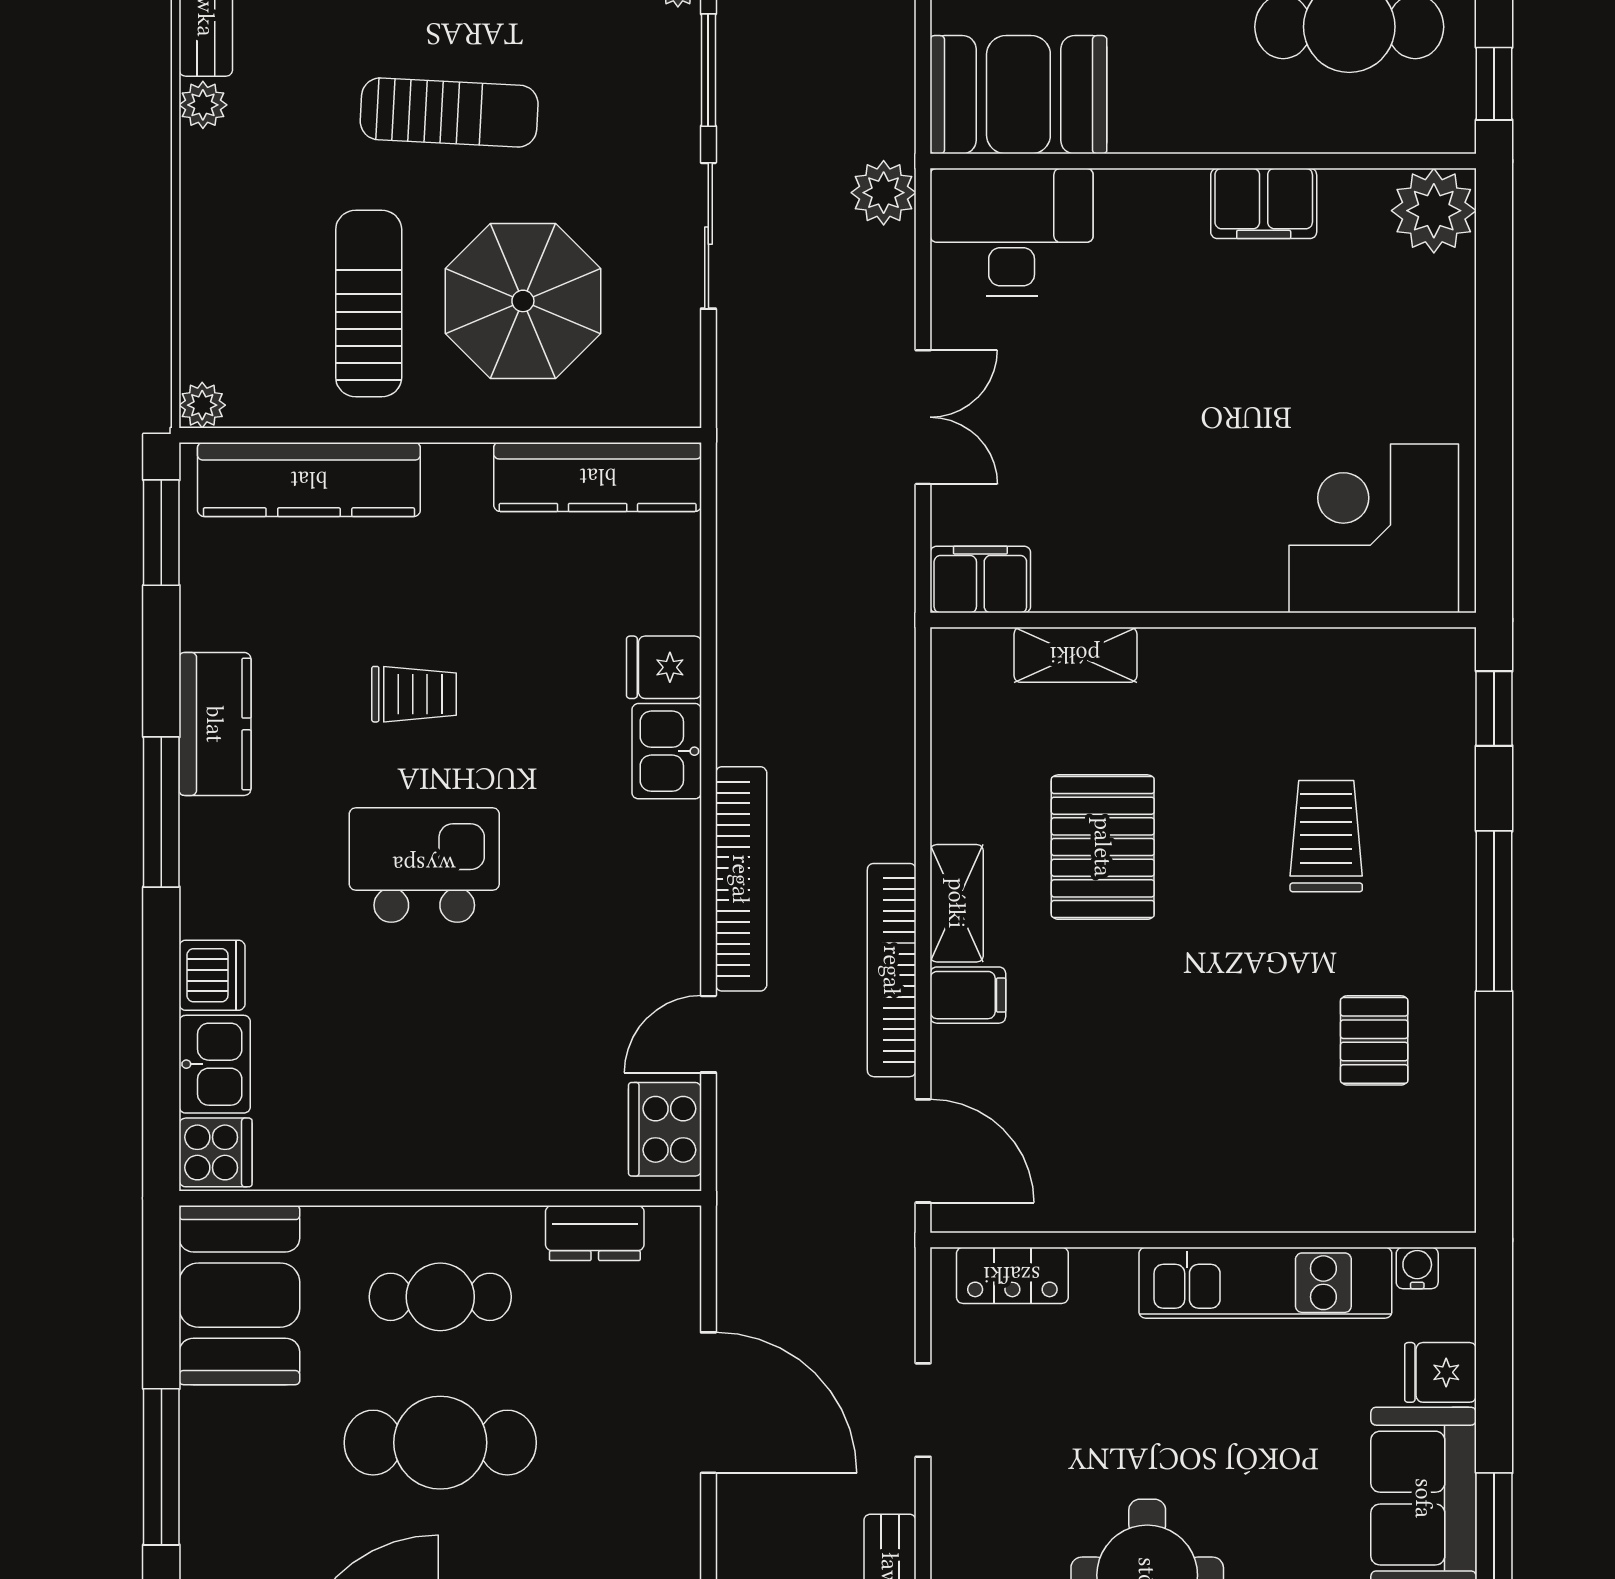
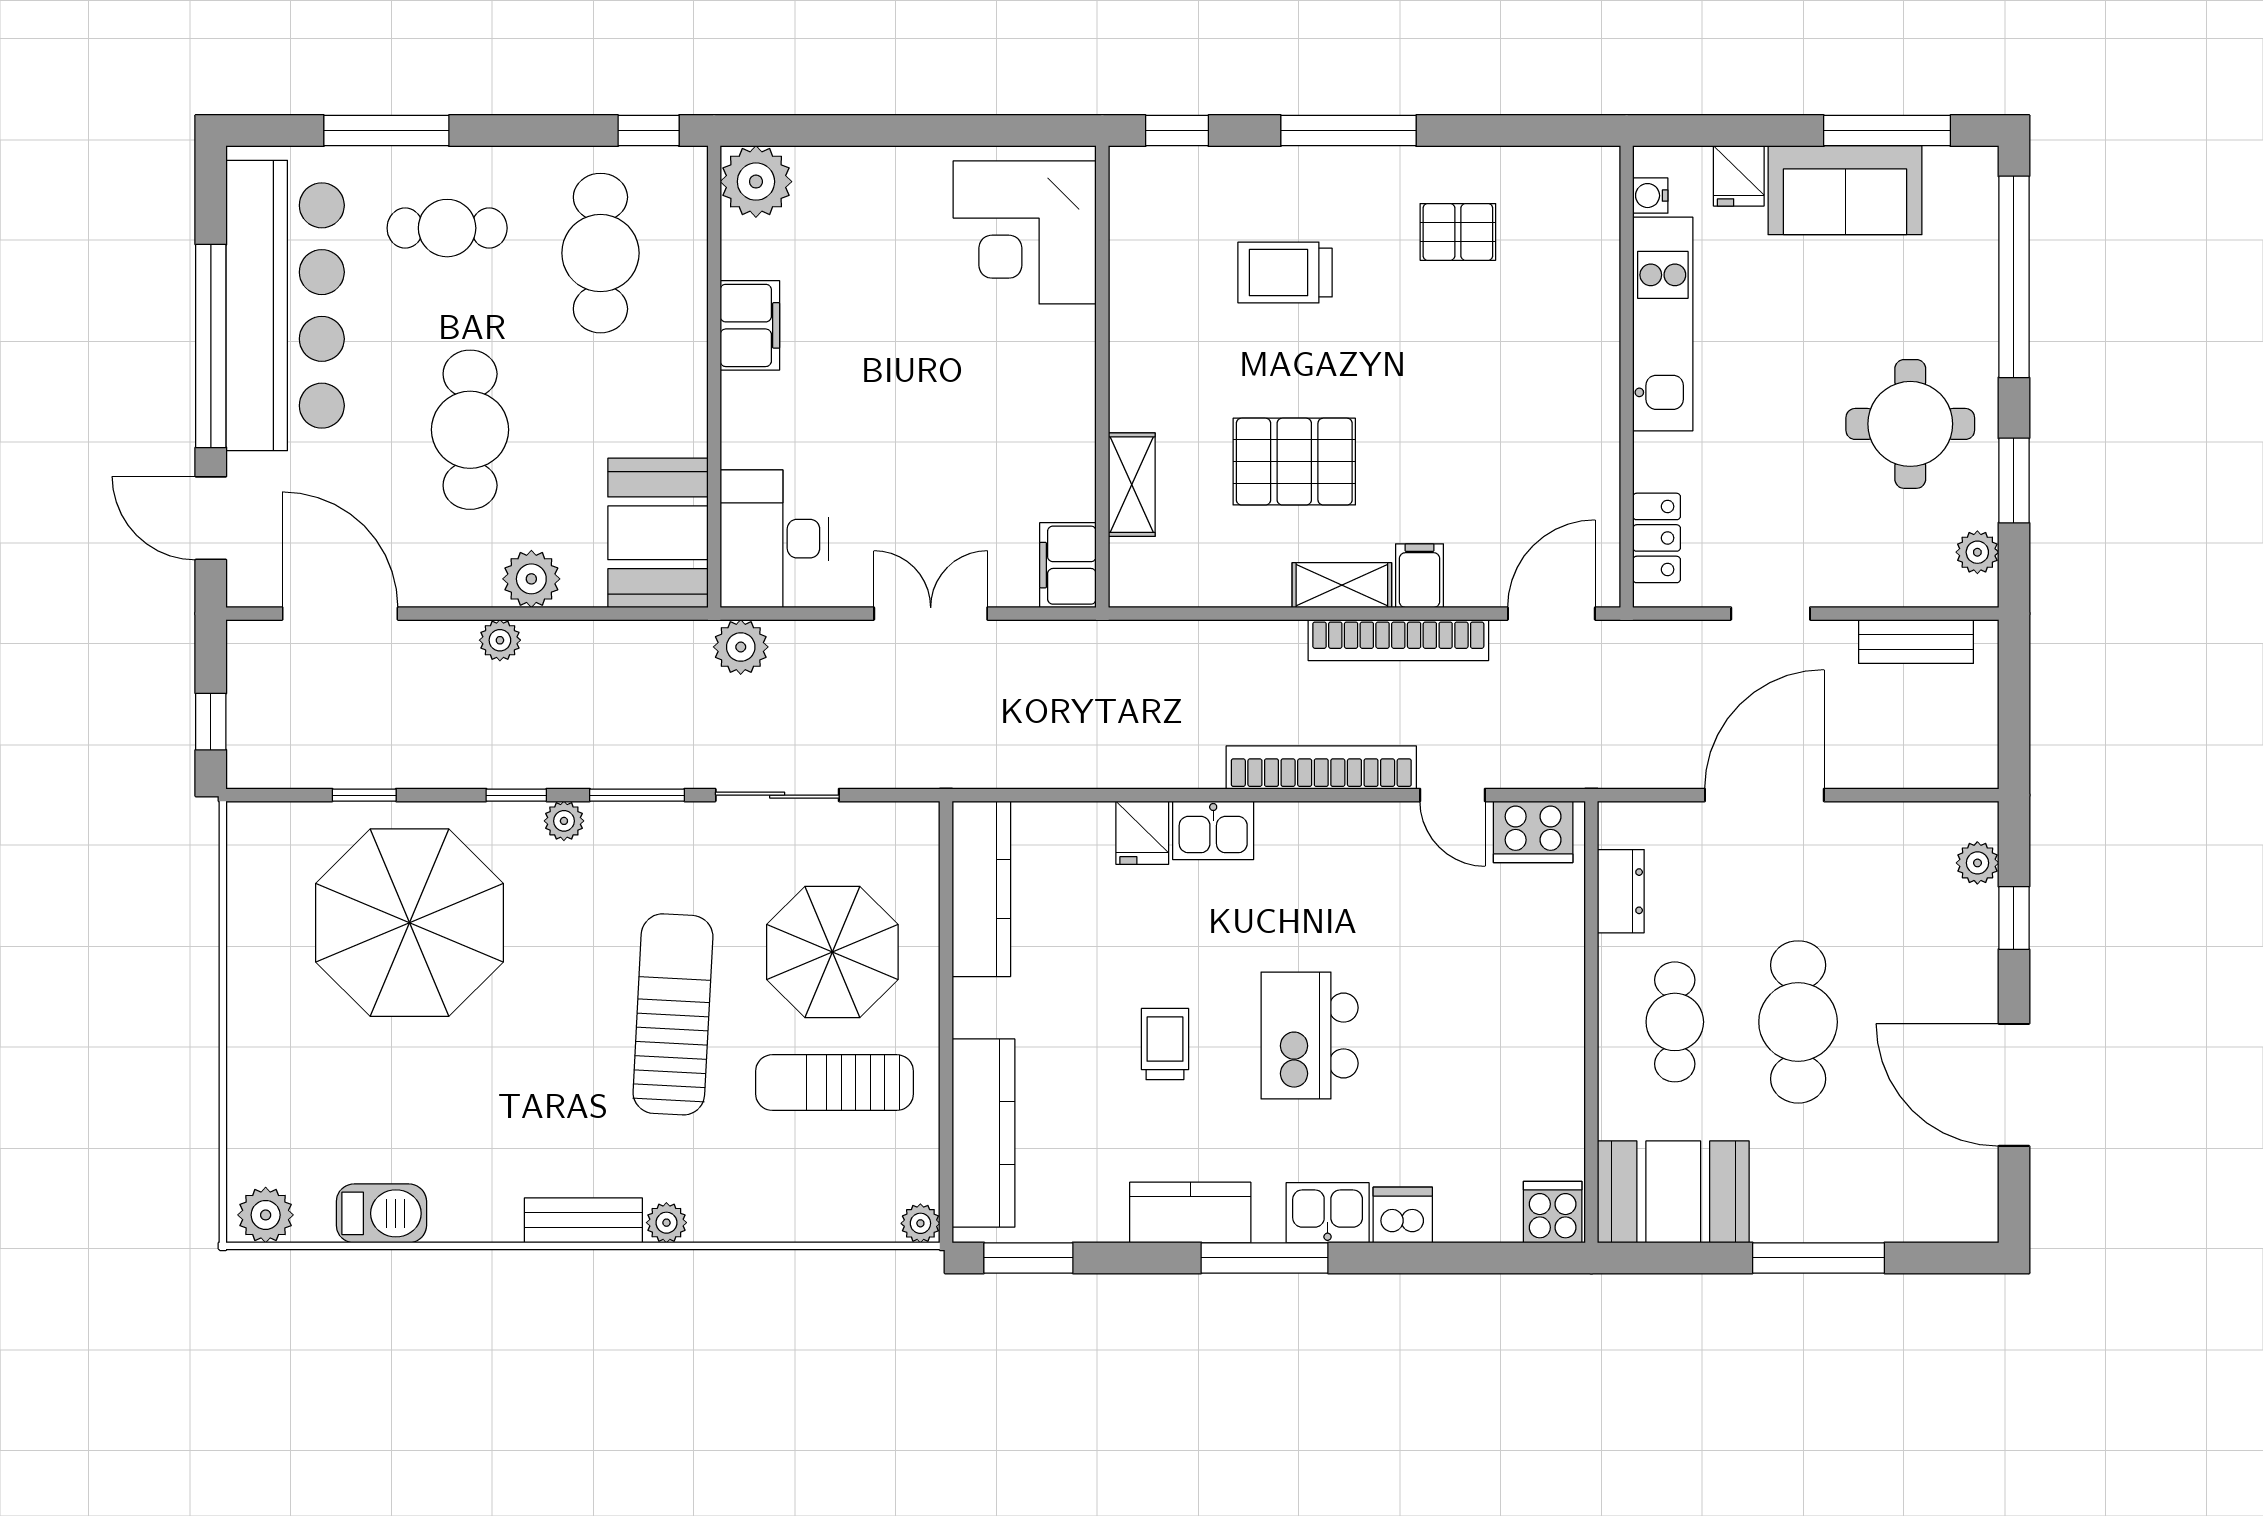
sun lounger: (449, 113) -> (673, 1014), width x1.36, depth x1.34
kitchen sink: (215, 1064) -> (1328, 1213), moved

